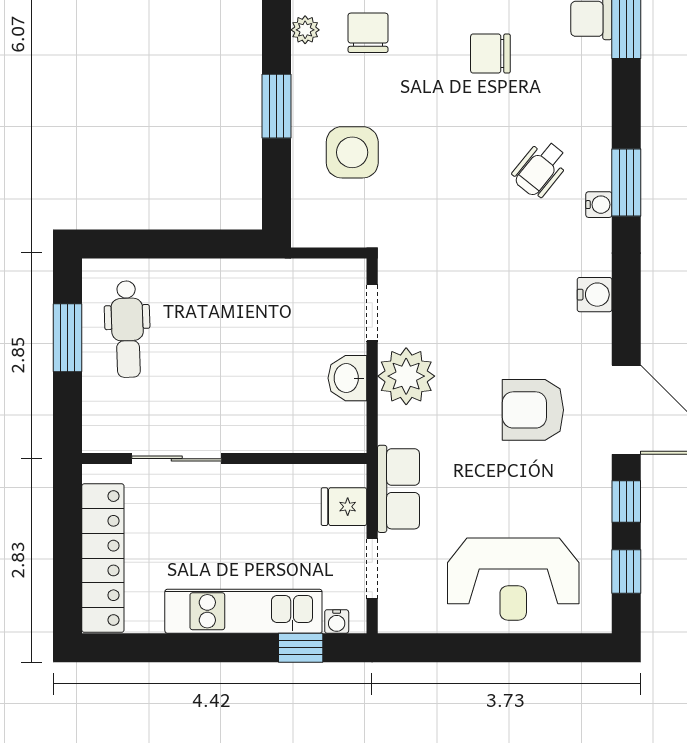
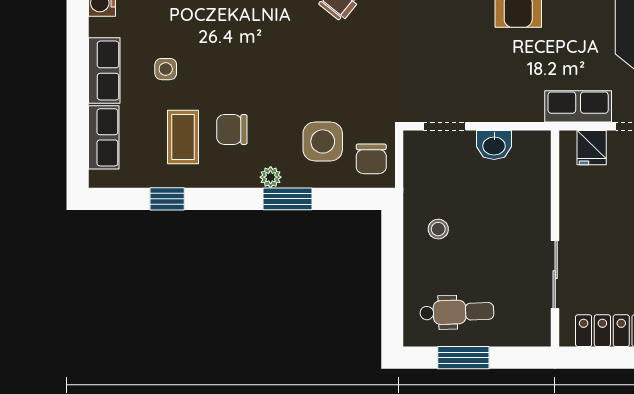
plant: (305, 30) -> (271, 177), moved
chair: (490, 54) -> (371, 159), moved
stool: (237, 305) -> (438, 229), added
plant: (406, 376) -> (493, 100), removed

